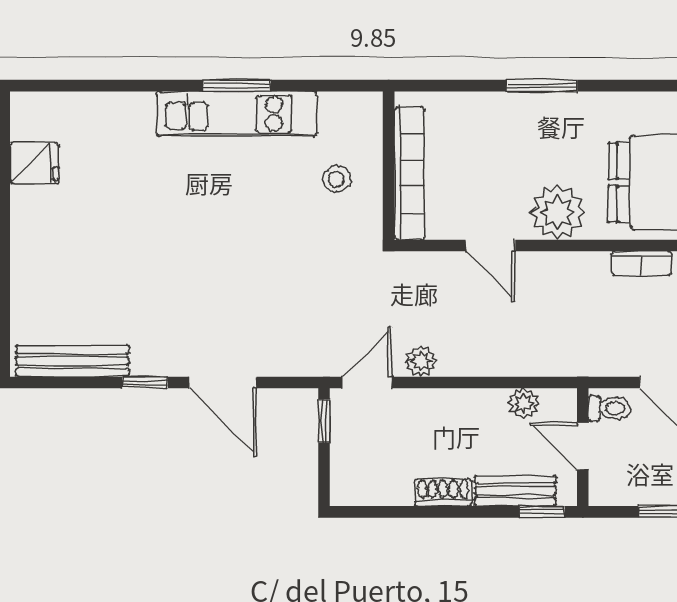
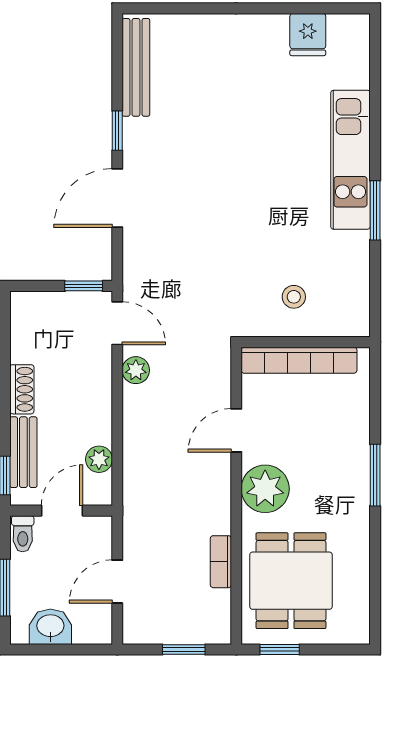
kitchen unit: (237, 114) -> (350, 160), moved
toilet: (609, 408) -> (23, 534), moved

